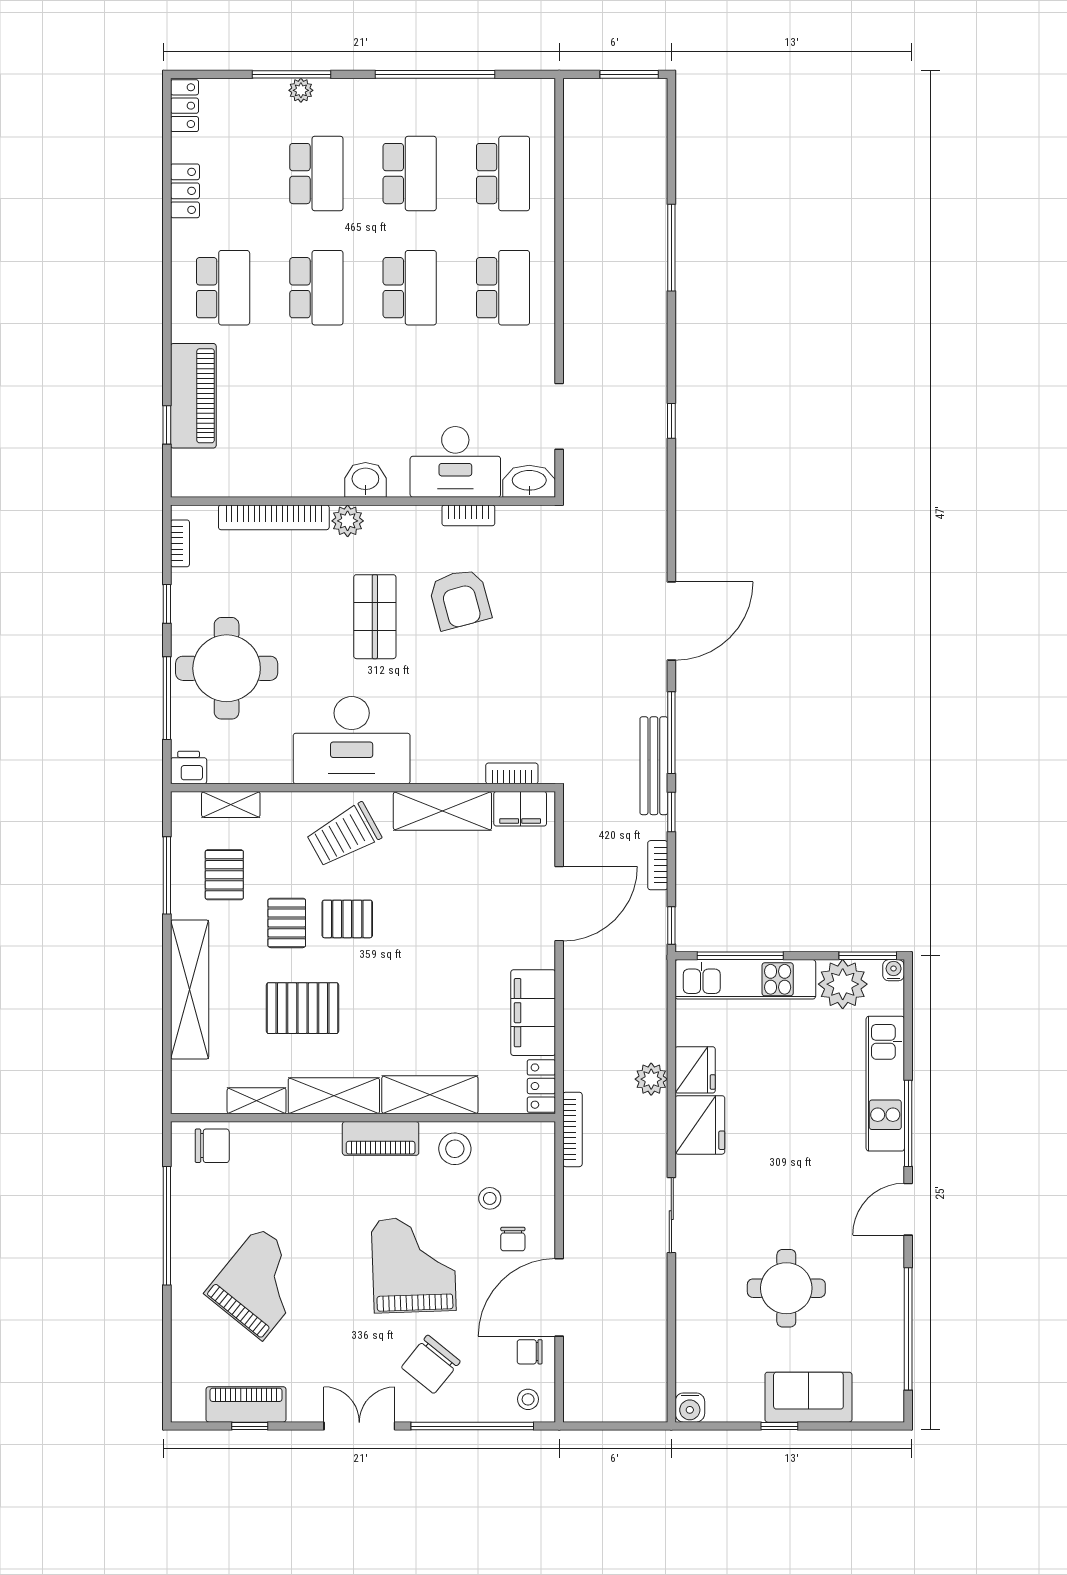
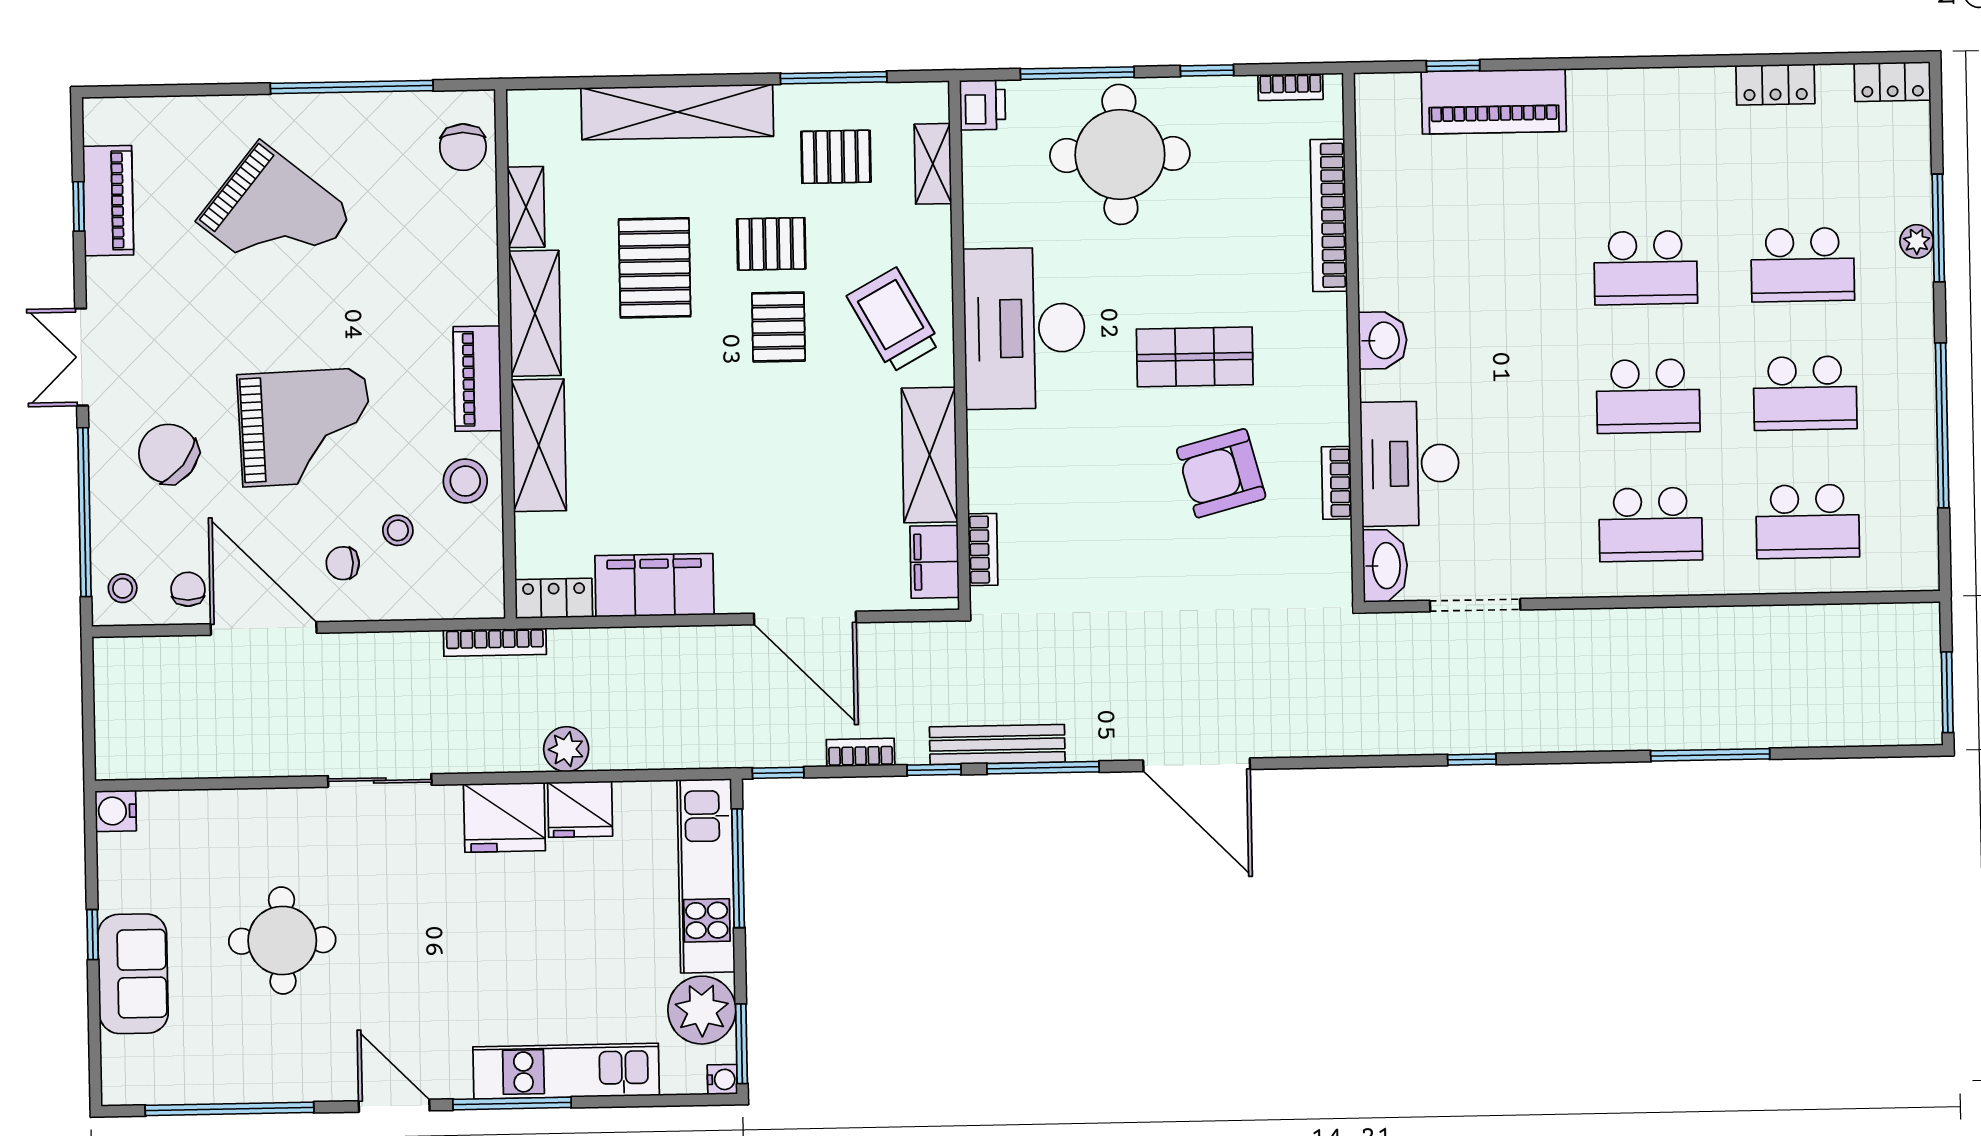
school desk: (223, 288) -> (1643, 140), removed
plant: (348, 521) -> (1326, 317), removed
double door: (359, 1426) -> (82, 357), swing flipped

